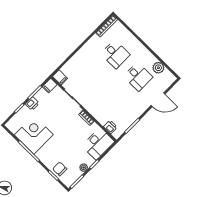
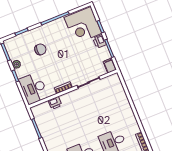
filing cabinet: (60, 77) -> (113, 79), removed
printer: (110, 127) -> (55, 103), moved
corner desk: (34, 135) -> (83, 25), moved, turned 90
chair: (60, 169) -> (40, 49), moved

